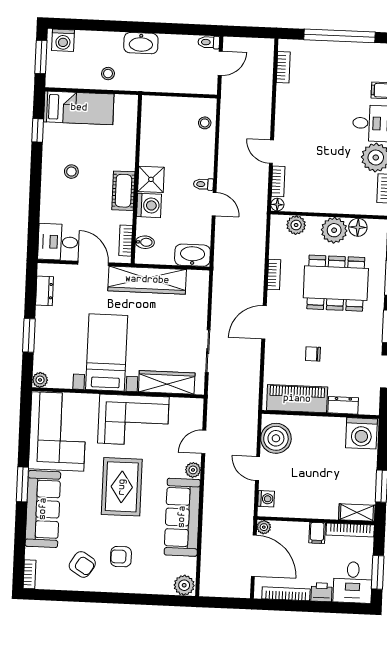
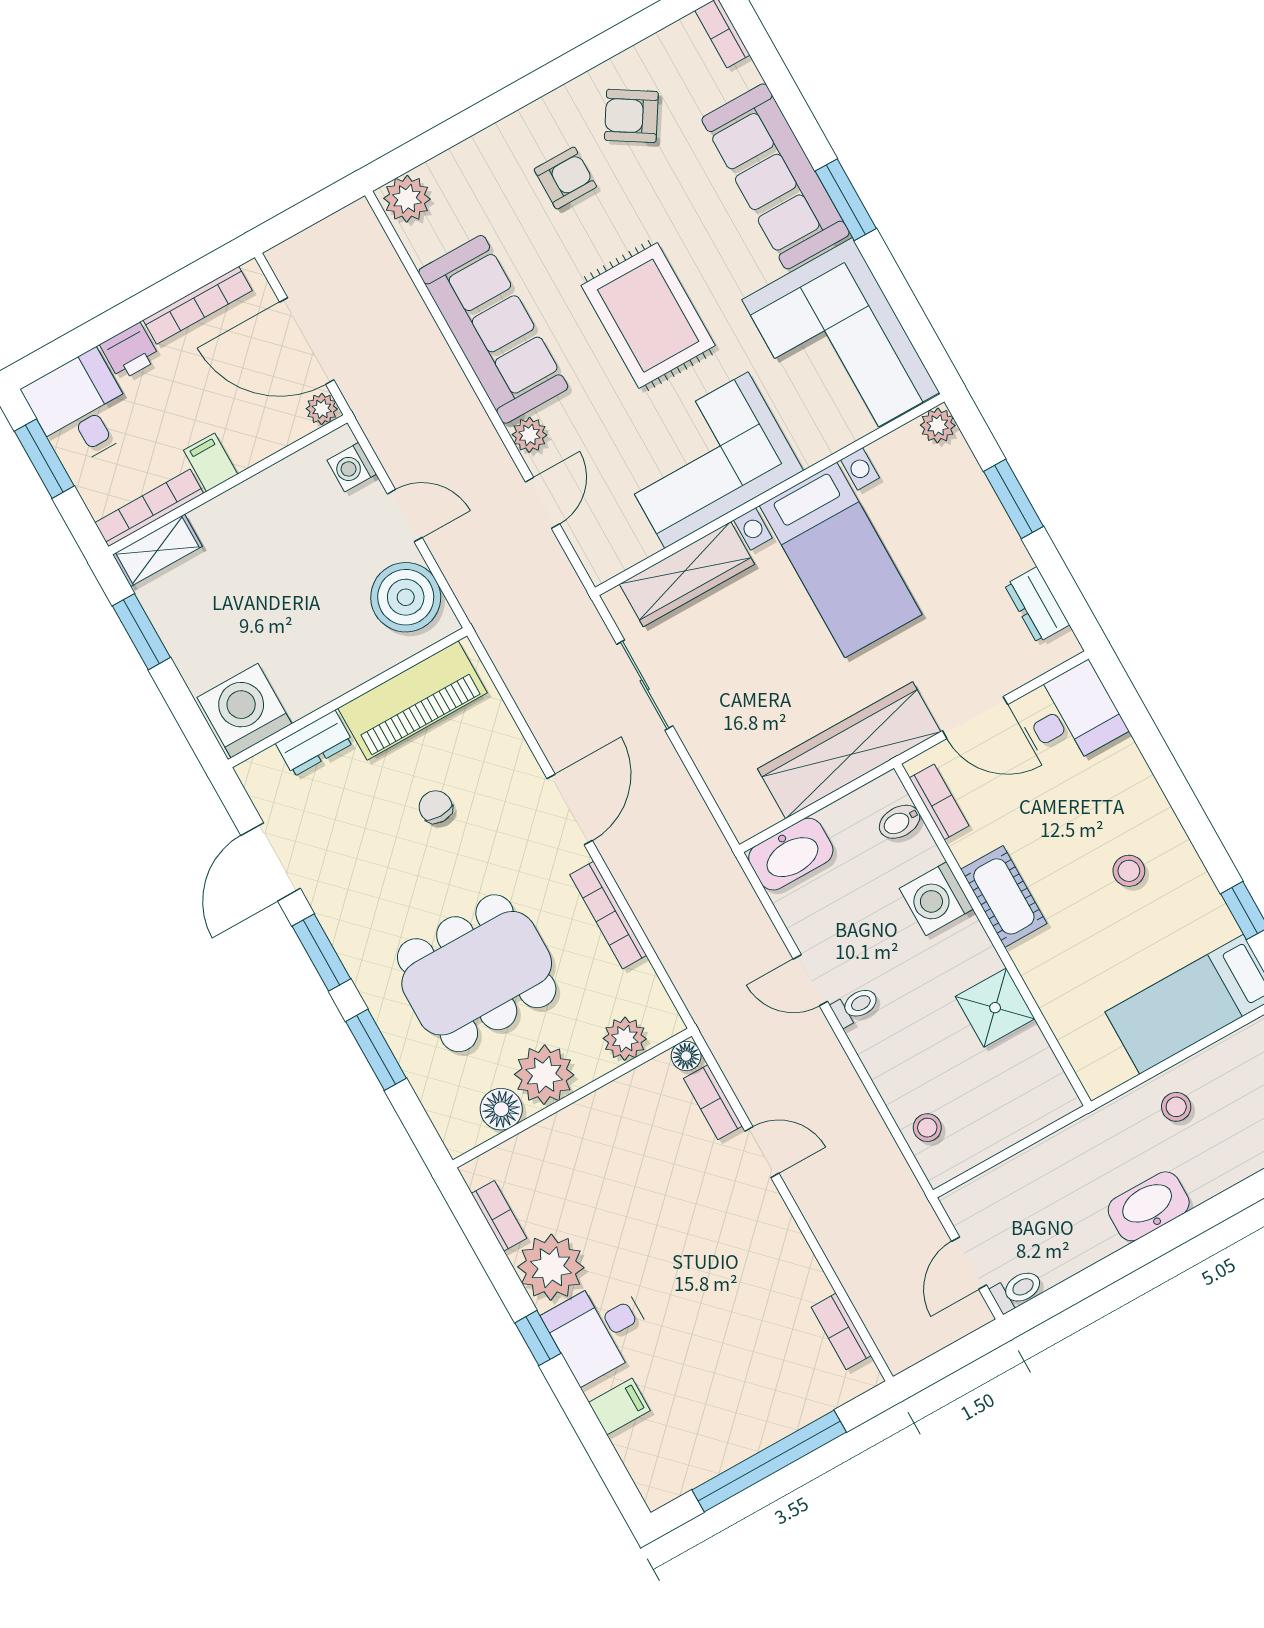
shower: (151, 179) -> (995, 1008), moved
bookcase: (274, 275) -> (608, 915), width x1.56
chair: (313, 354) -> (436, 807), turned -90

